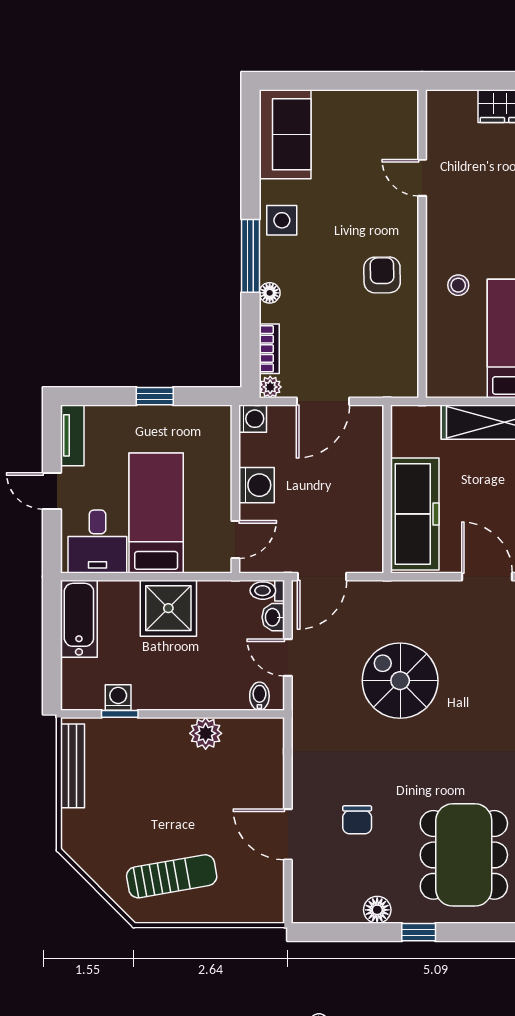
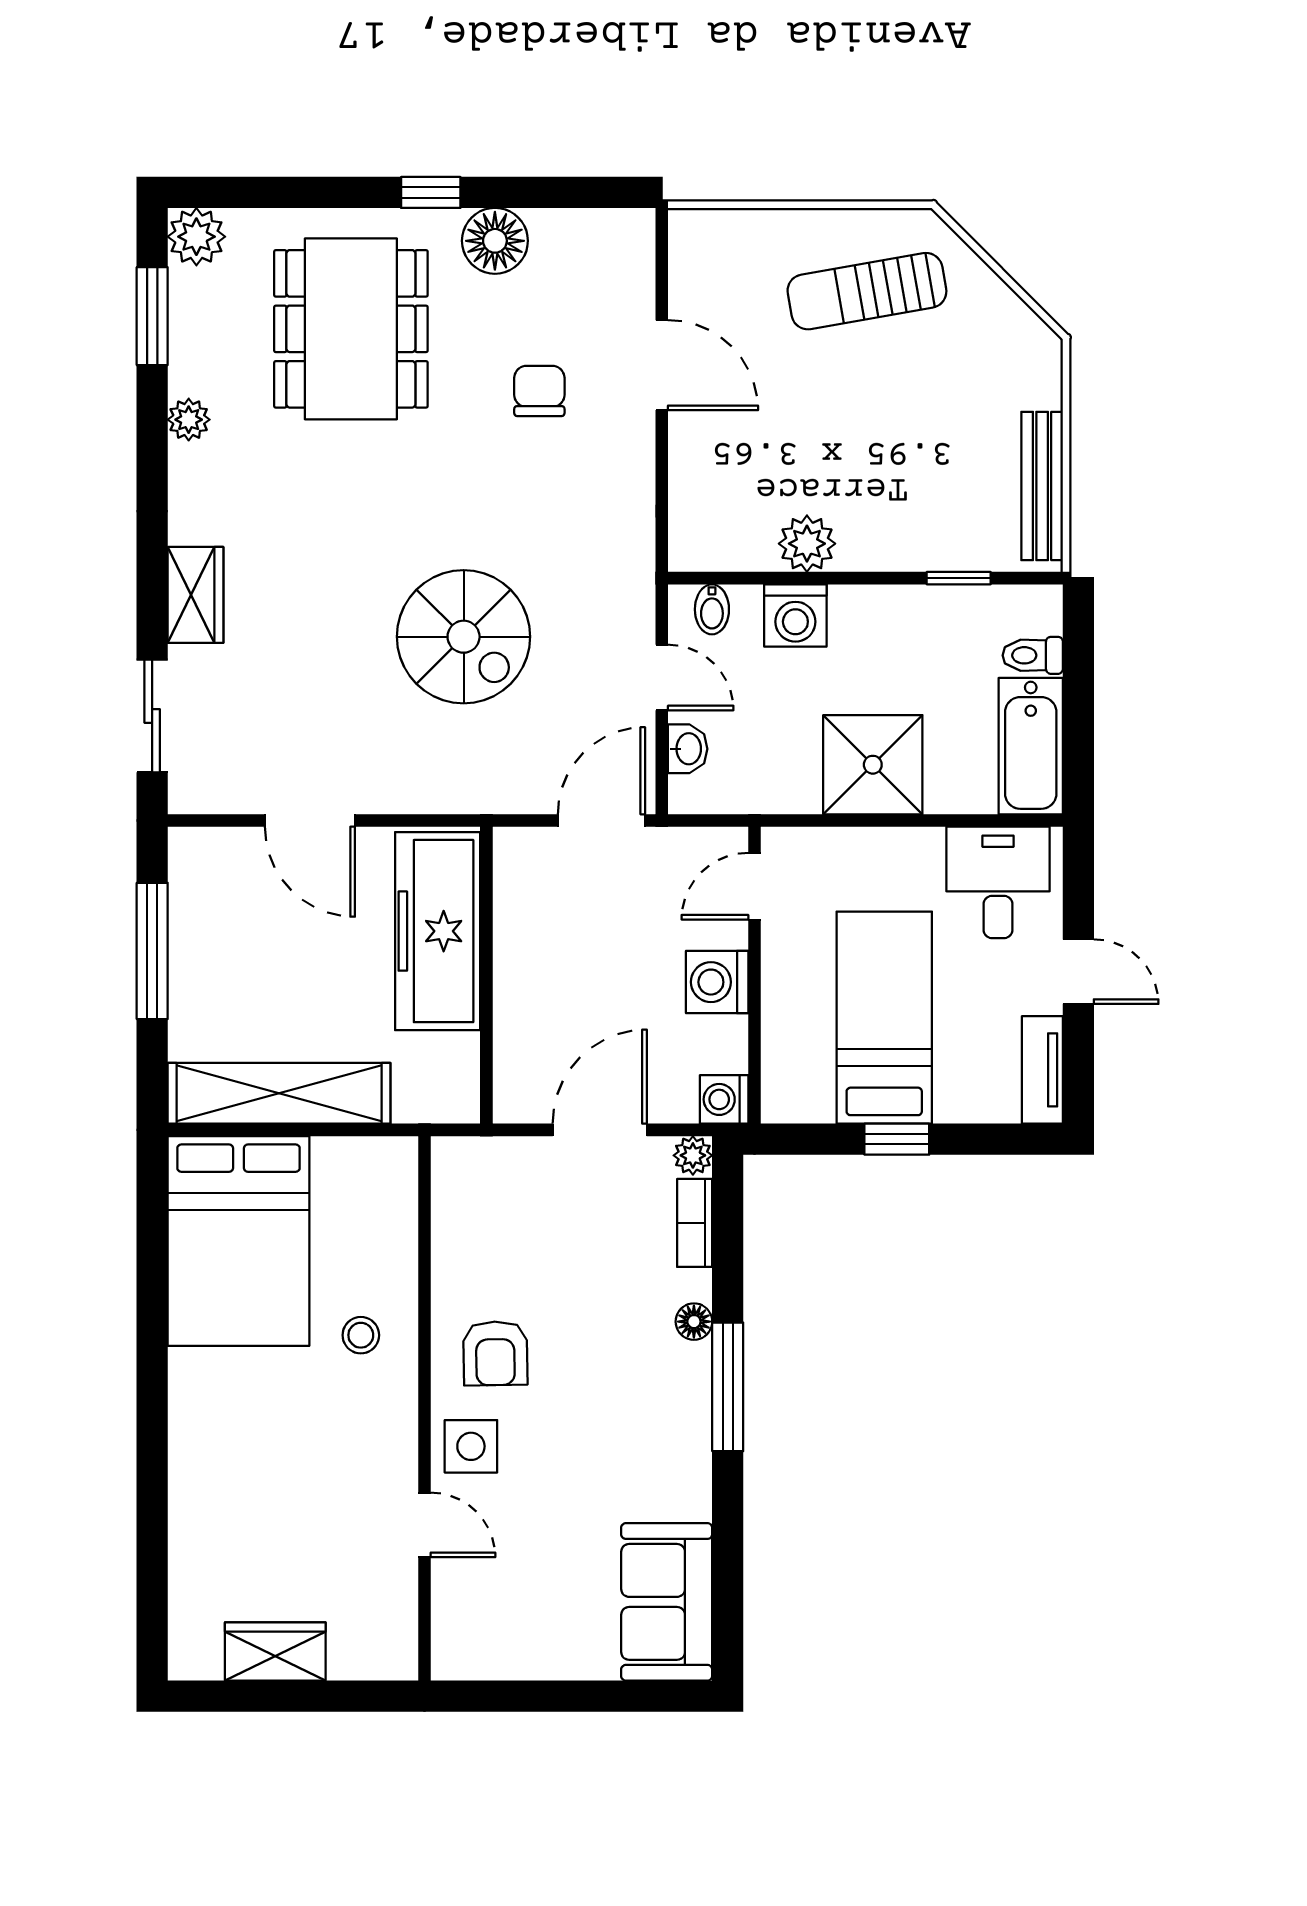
side table: (282, 220) -> (471, 1446), moved
bed: (156, 513) -> (884, 1018), moved, turned 180
toilet: (267, 591) -> (1033, 655), moved, turned 180
washing machine: (118, 697) -> (795, 615), moved, width x1.38, depth x1.38
floor lamp: (377, 910) -> (495, 241), width x1.38, depth x1.38

